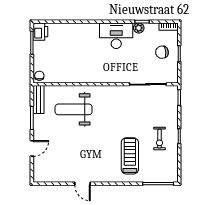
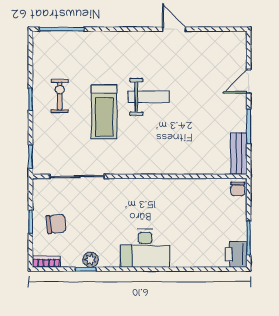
desk: (116, 36) -> (145, 248), moved
weight bench: (74, 109) -> (149, 97), moved, width x0.73, depth x0.75
treadmill: (130, 156) -> (104, 112), moved

